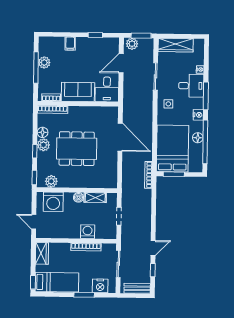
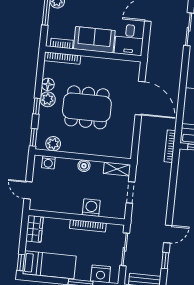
shelving: (95, 198) -> (117, 169), moved
washing machine: (53, 202) -> (48, 162), width x0.53, depth x0.53

